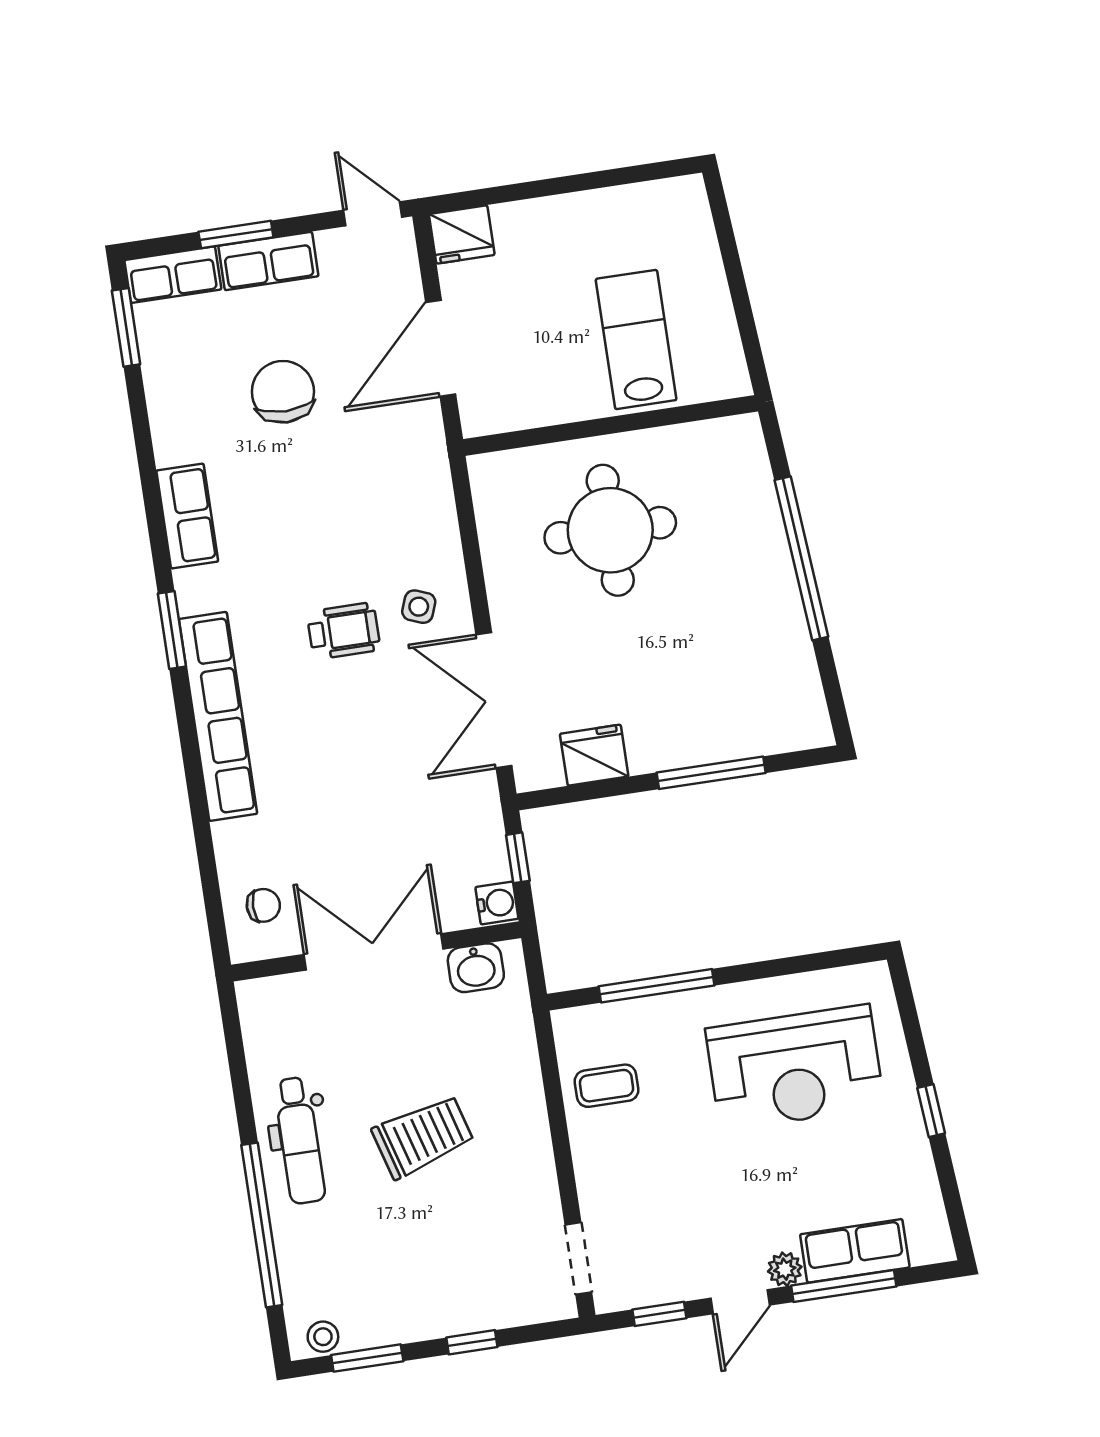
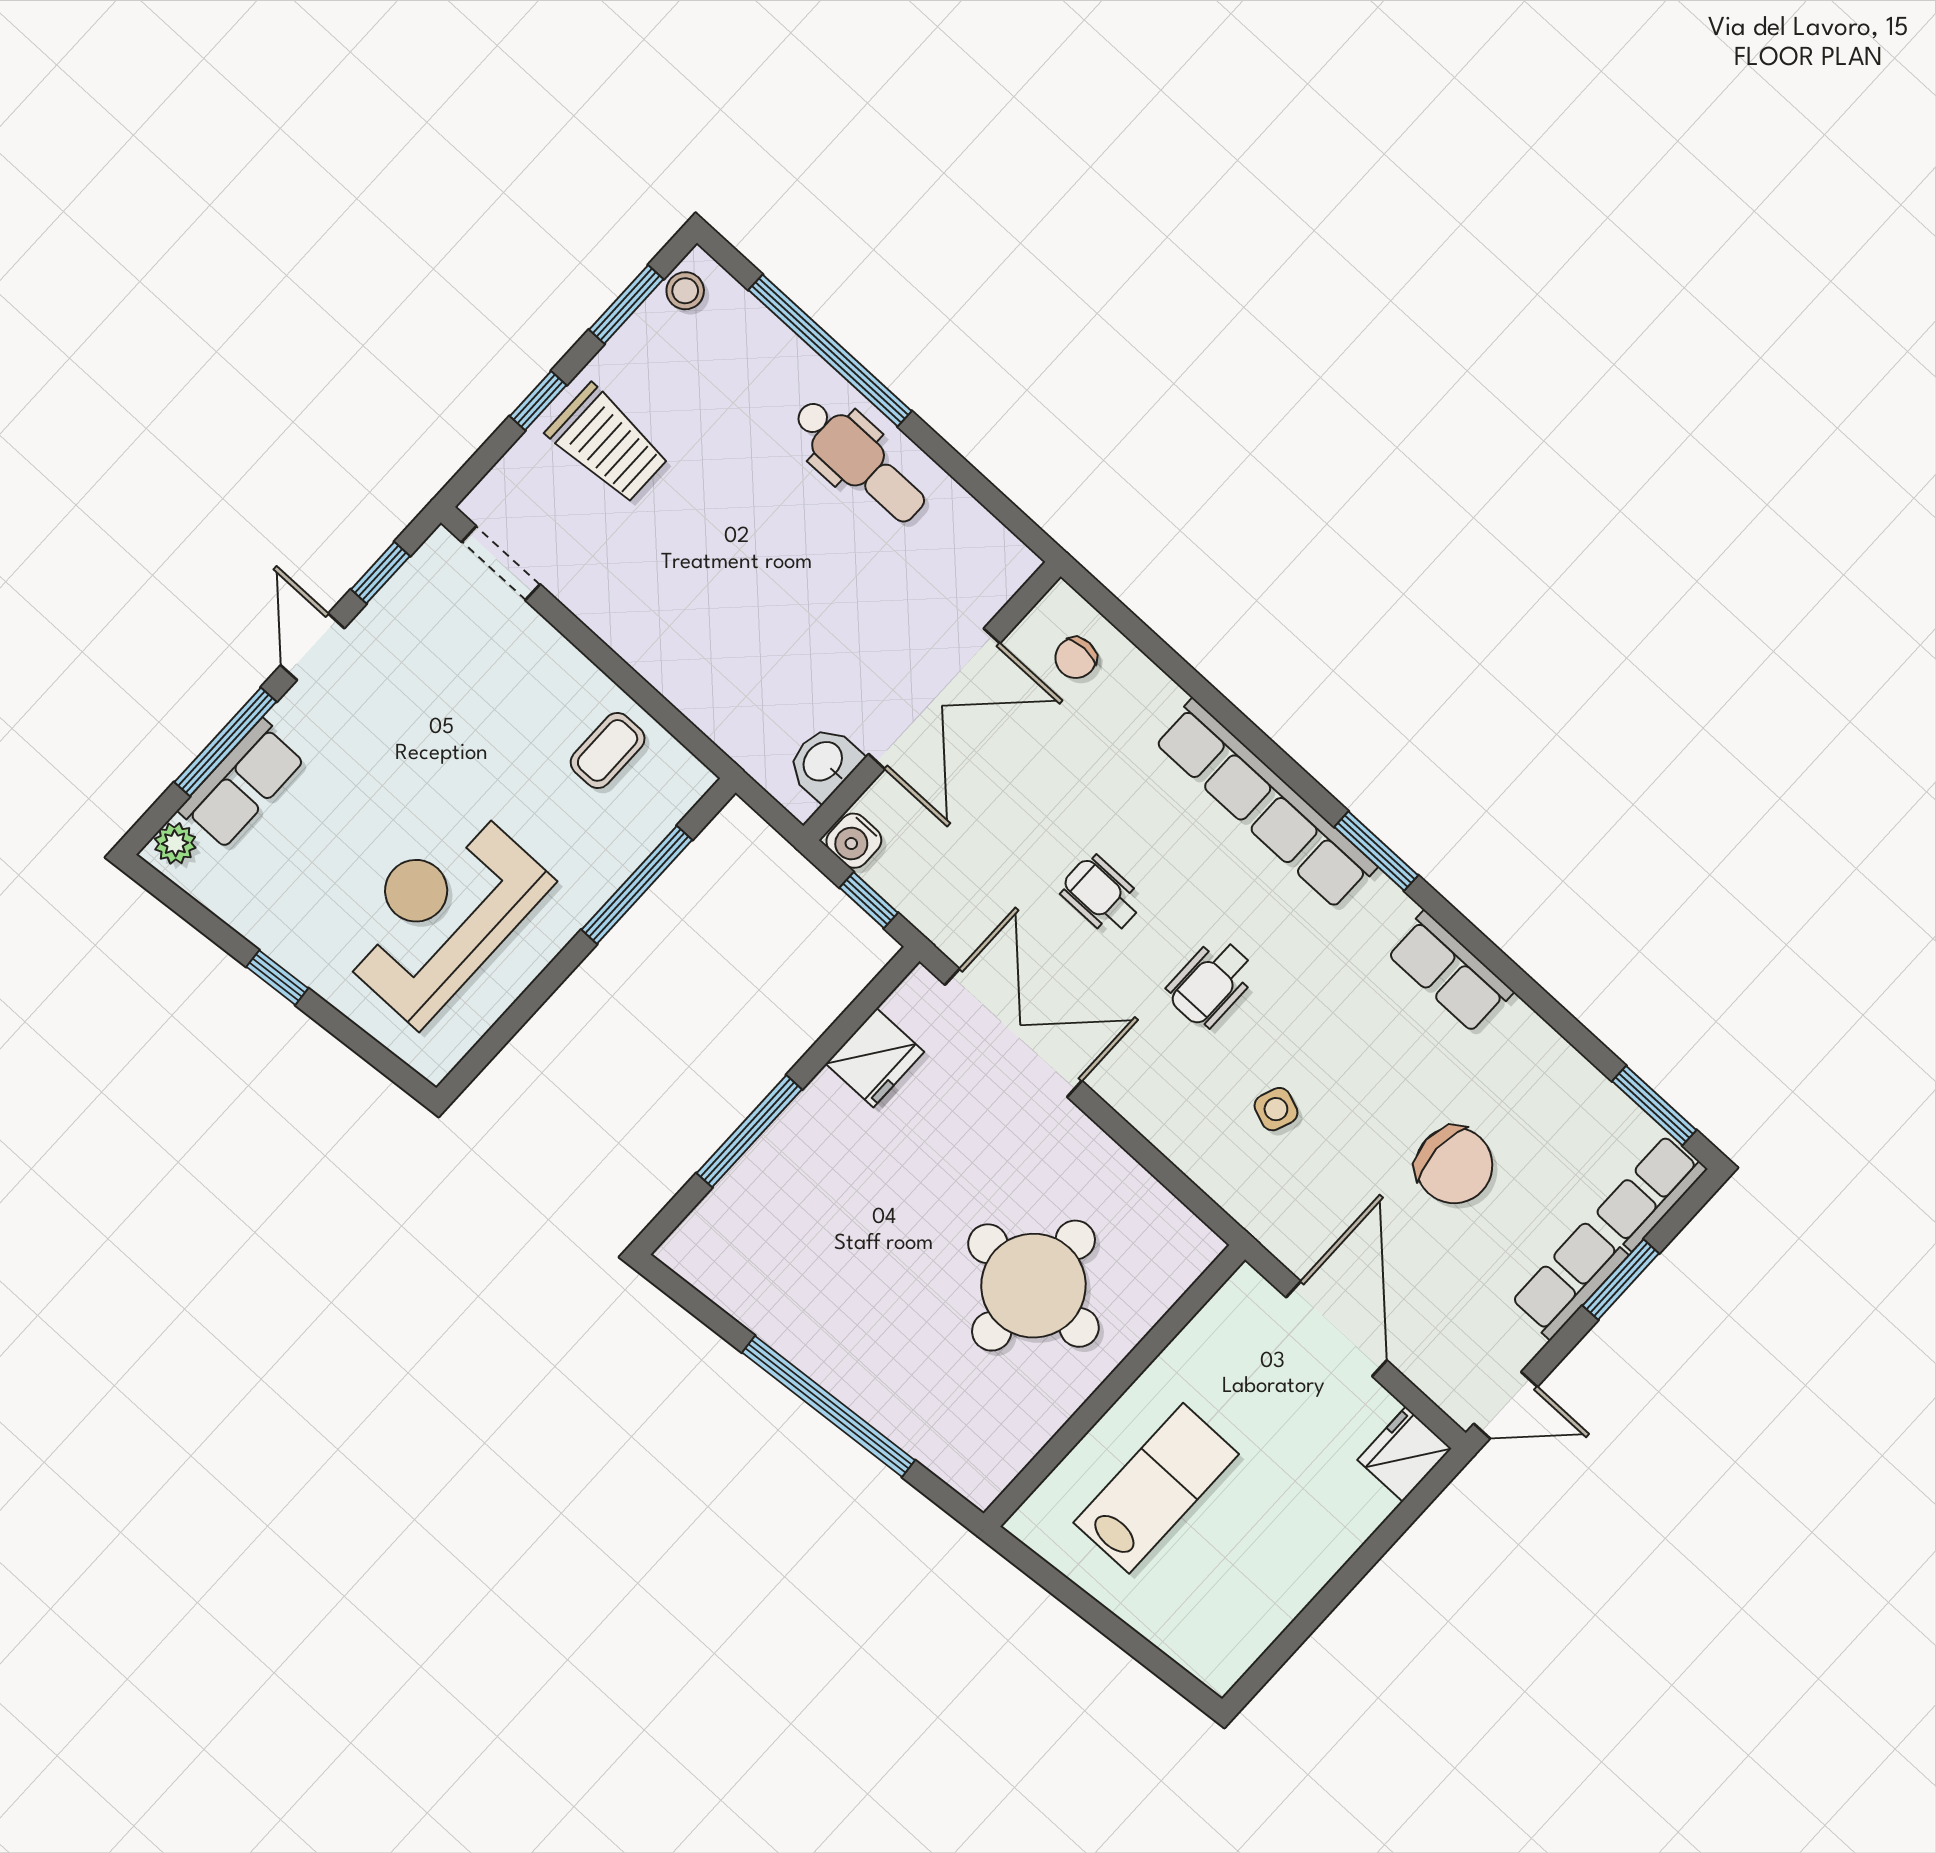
lab bench: (636, 339) -> (1156, 1488), turned -90
side table: (419, 607) -> (1276, 1109), moved
wheelchair: (368, 742) -> (1101, 895), added
trolley: (423, 1136) -> (608, 444), moved, turned -74
dental chair: (300, 1140) -> (859, 461), turned 180
plant: (785, 1269) -> (175, 843), moved

